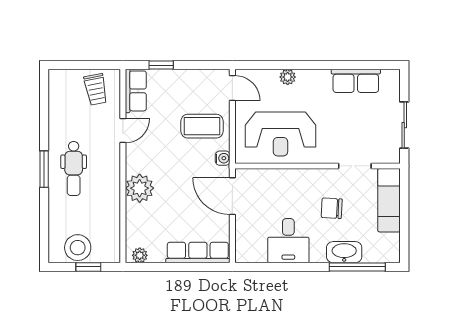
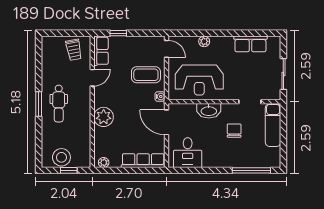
chair: (332, 208) -> (234, 131), turned 87
desk: (288, 241) -> (188, 153), moved
washbasin: (344, 252) -> (209, 111), moved, turned 180

